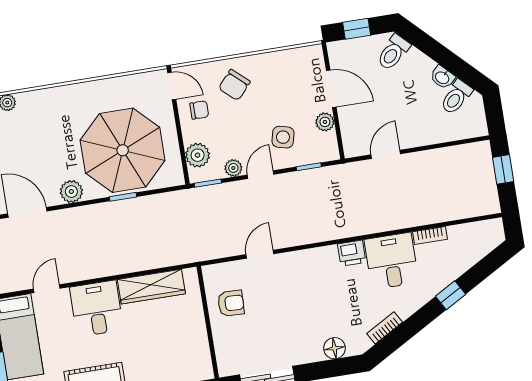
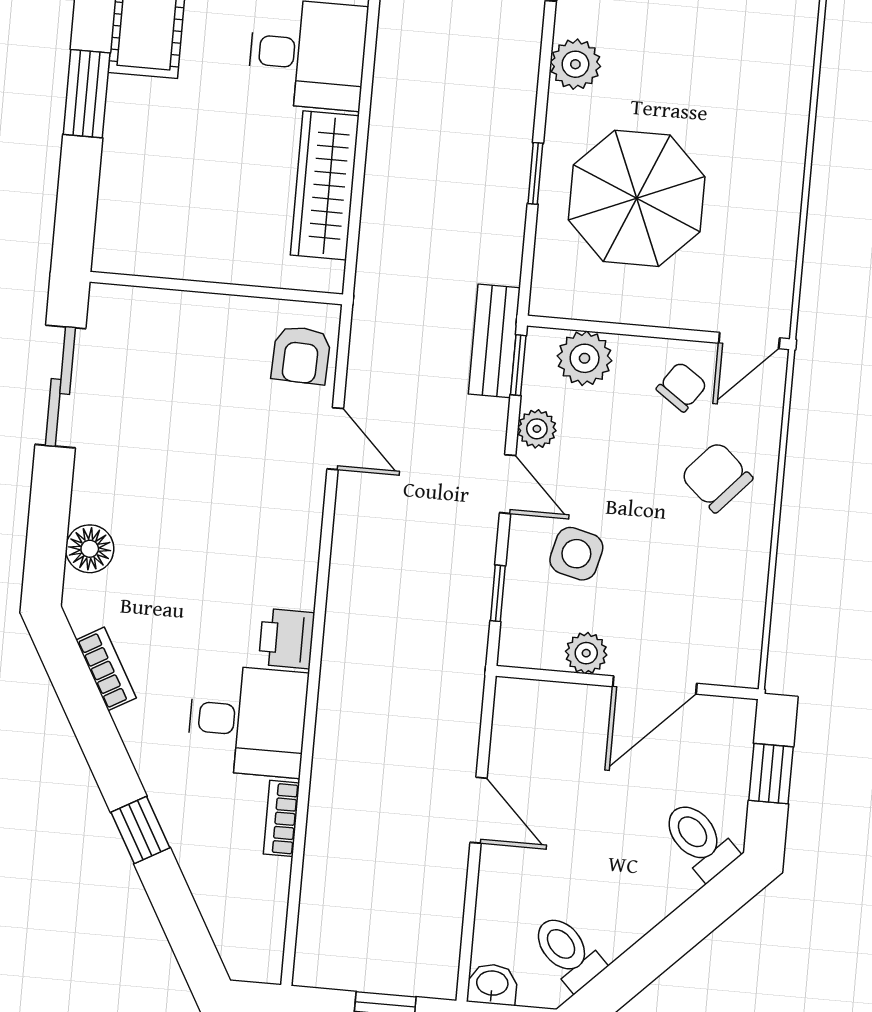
washbasin: (442, 77) -> (492, 984), moved, turned 45
chair: (199, 110) -> (682, 387), turned -145
parasol: (123, 150) -> (637, 198), width x0.73, depth x0.73
door: (386, 154) -> (478, 810), moved
bench: (200, 196) -> (494, 341), added
armchair: (231, 303) -> (301, 355), moved

